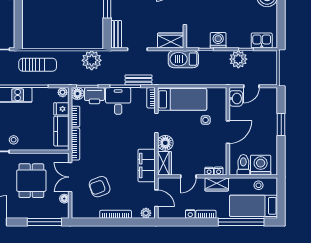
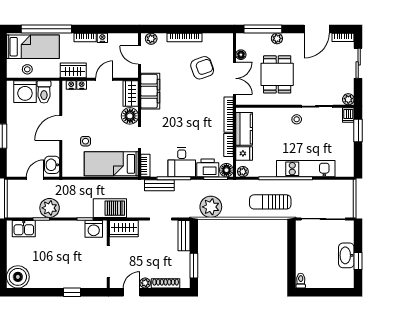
washing machine: (218, 40) -> (94, 229), moved
plant: (32, 213) -> (277, 38), added

